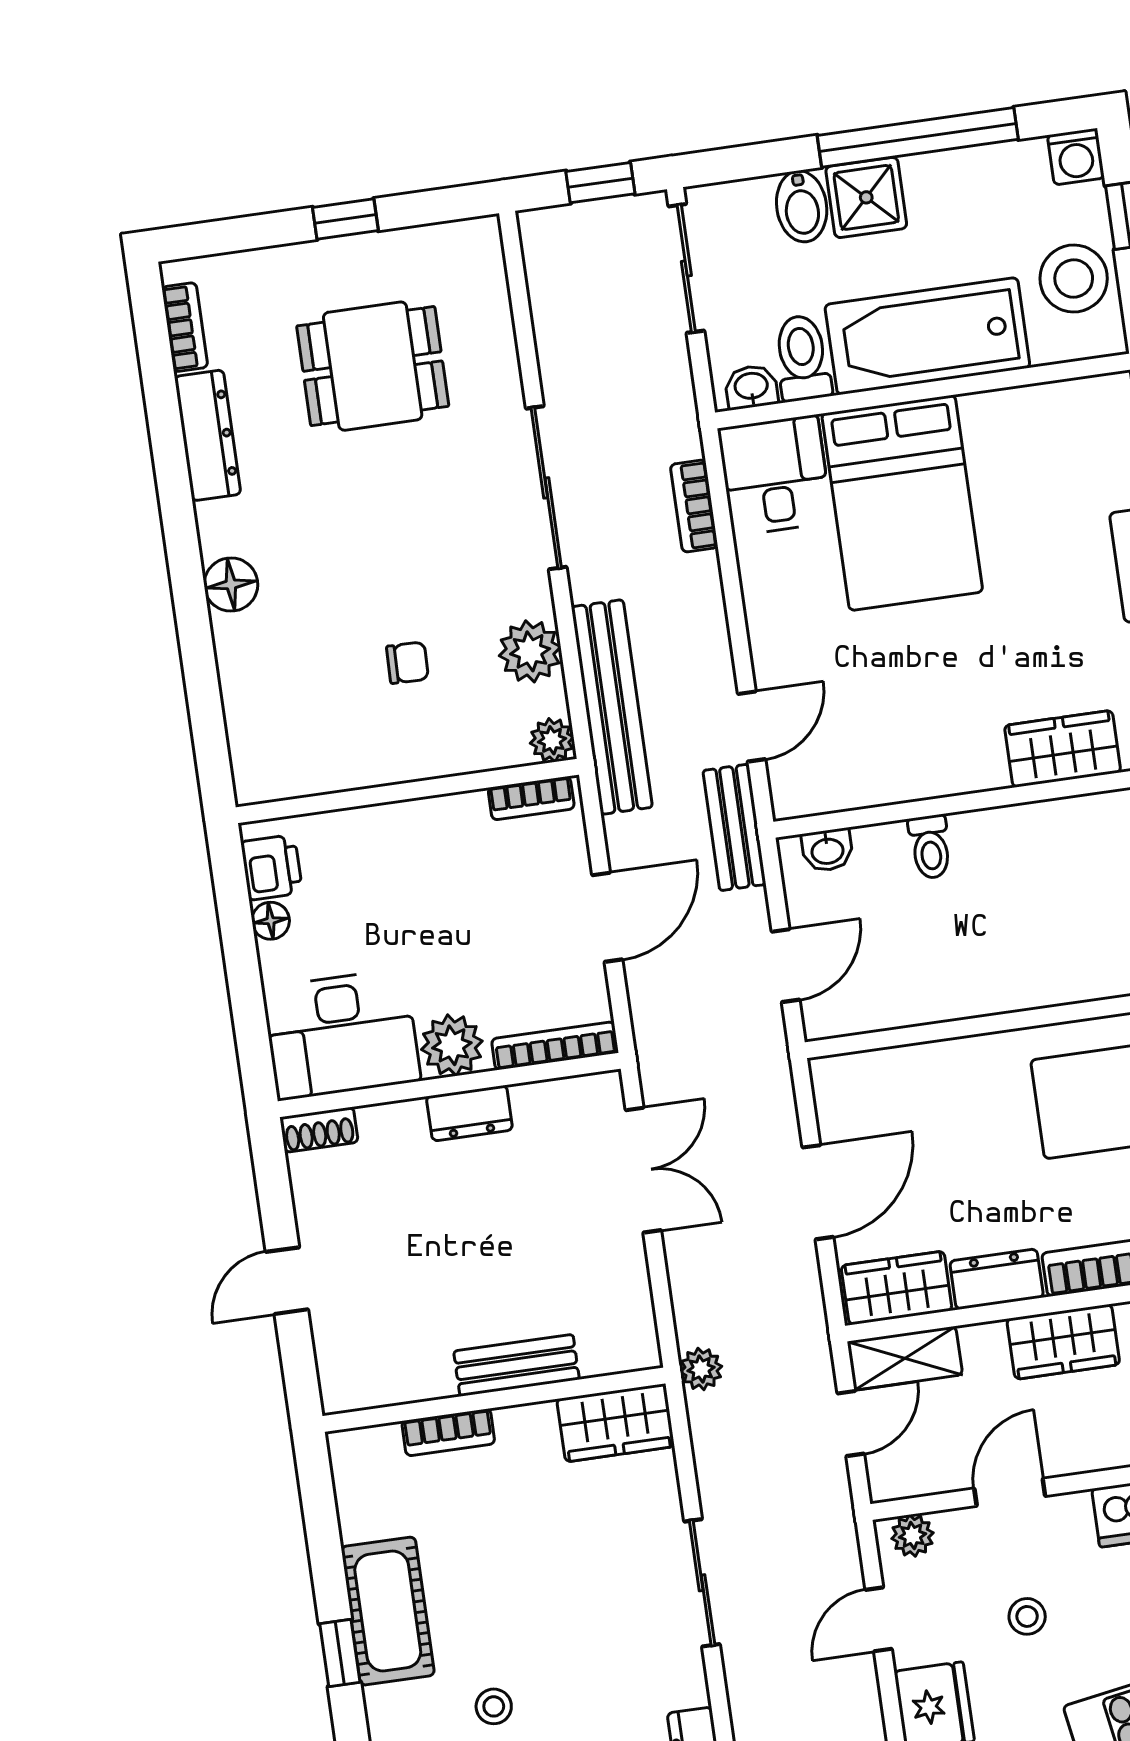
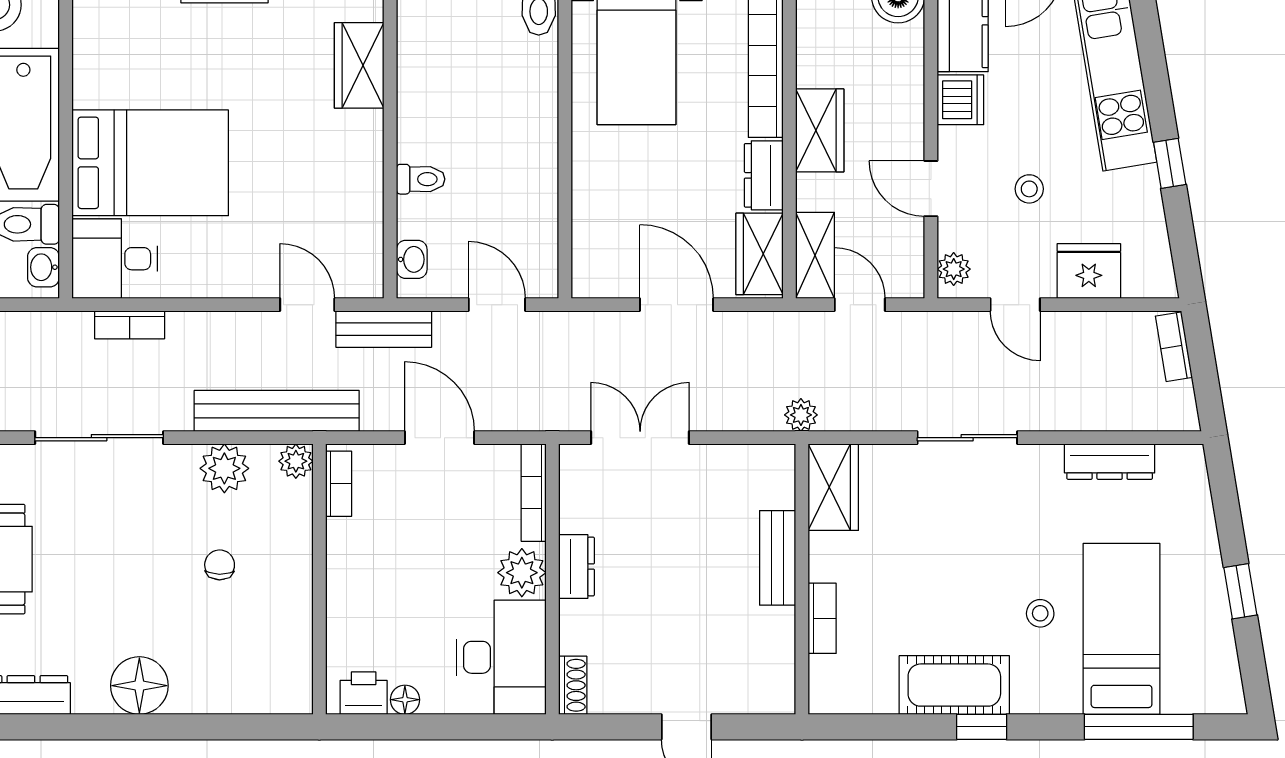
floor lamp: (231, 584) -> (139, 686), width x1.38, depth x1.38

